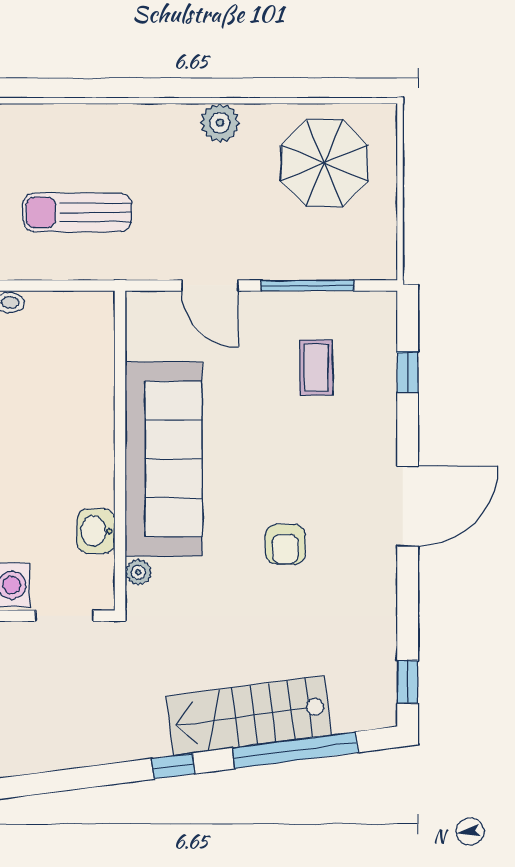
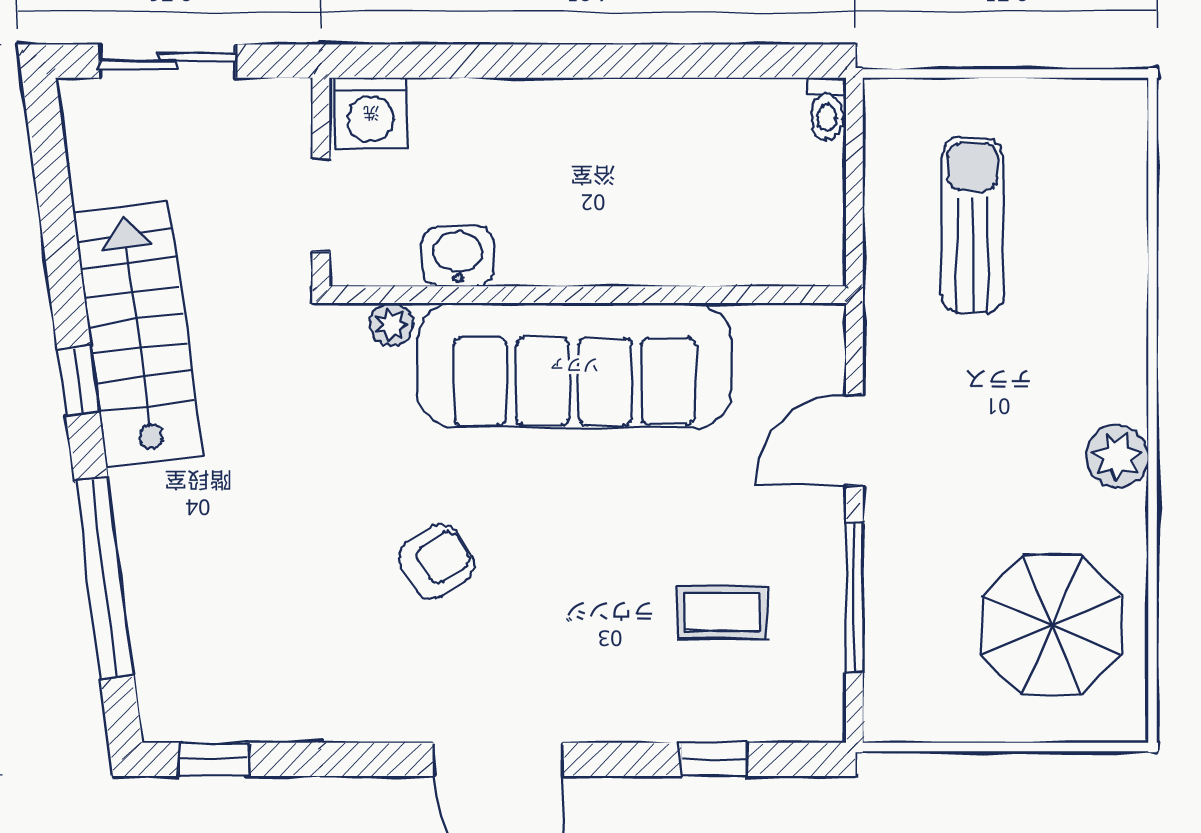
armchair: (285, 544) -> (436, 562), turned 148
stairs: (249, 716) -> (138, 334), moved

